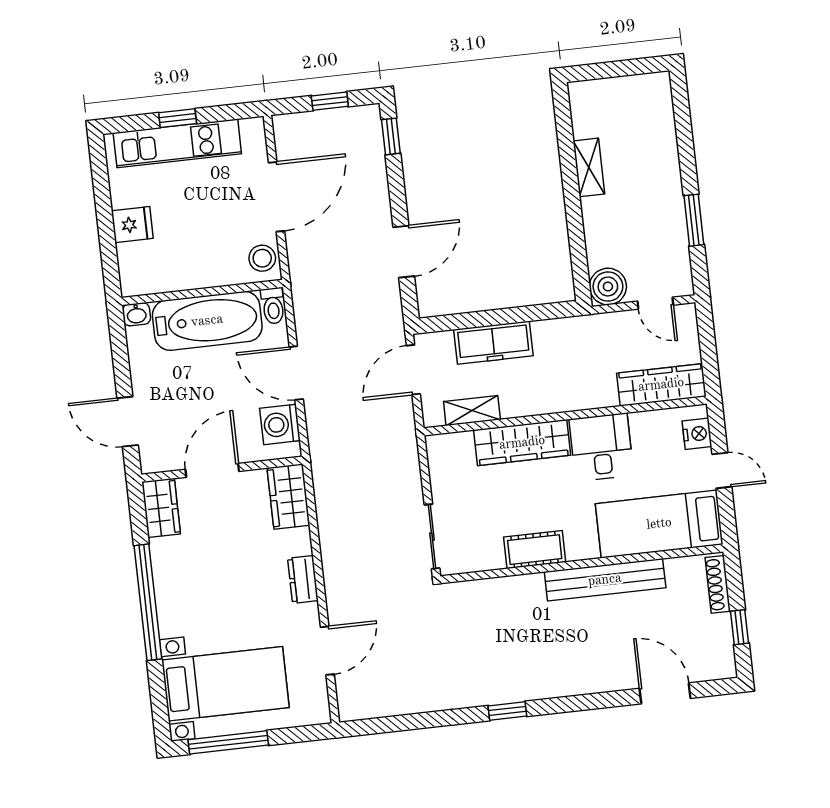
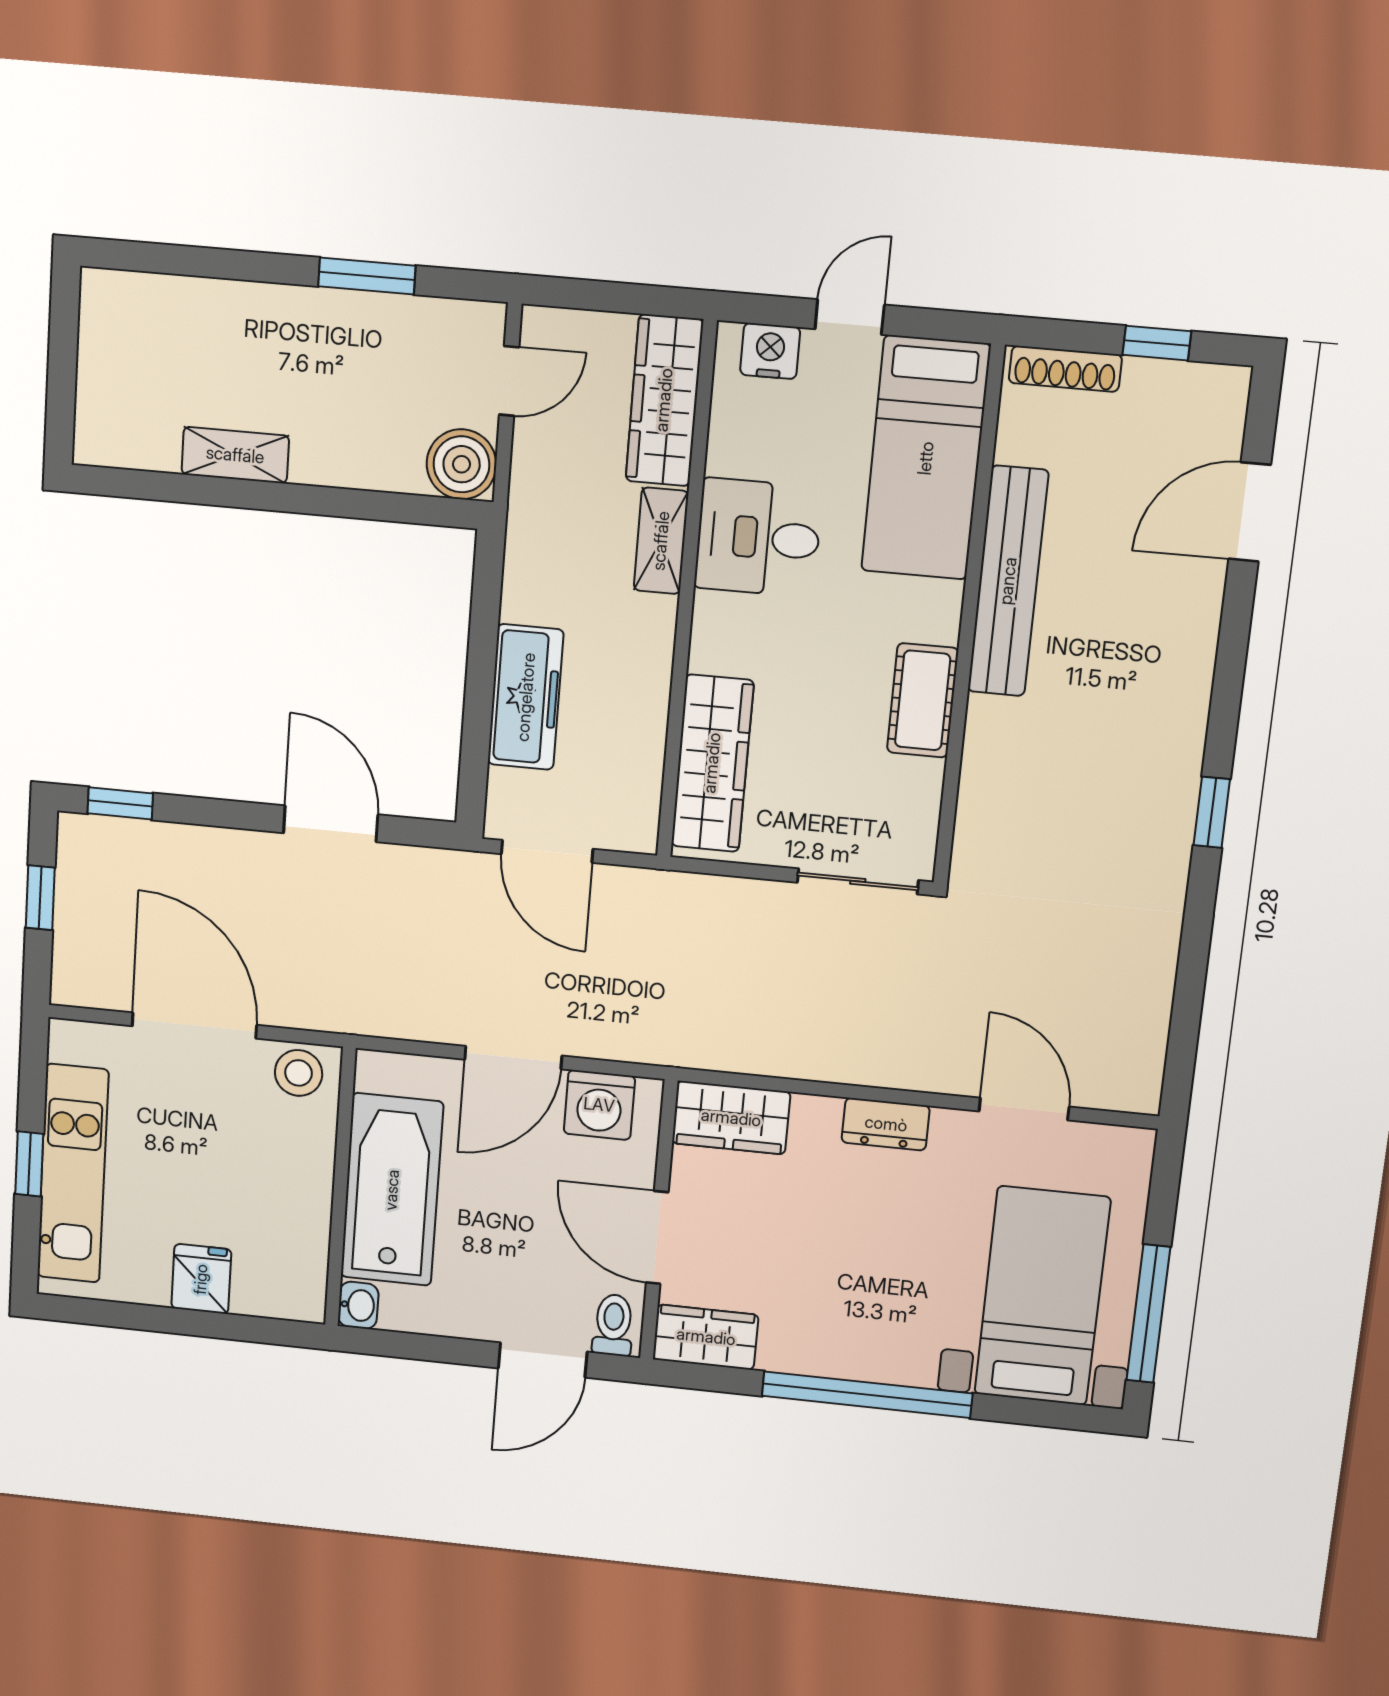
toilet: (273, 306) -> (613, 1325), moved, turned -90
shelving: (472, 411) -> (661, 541), moved
wardrobe: (522, 443) -> (712, 763), moved

